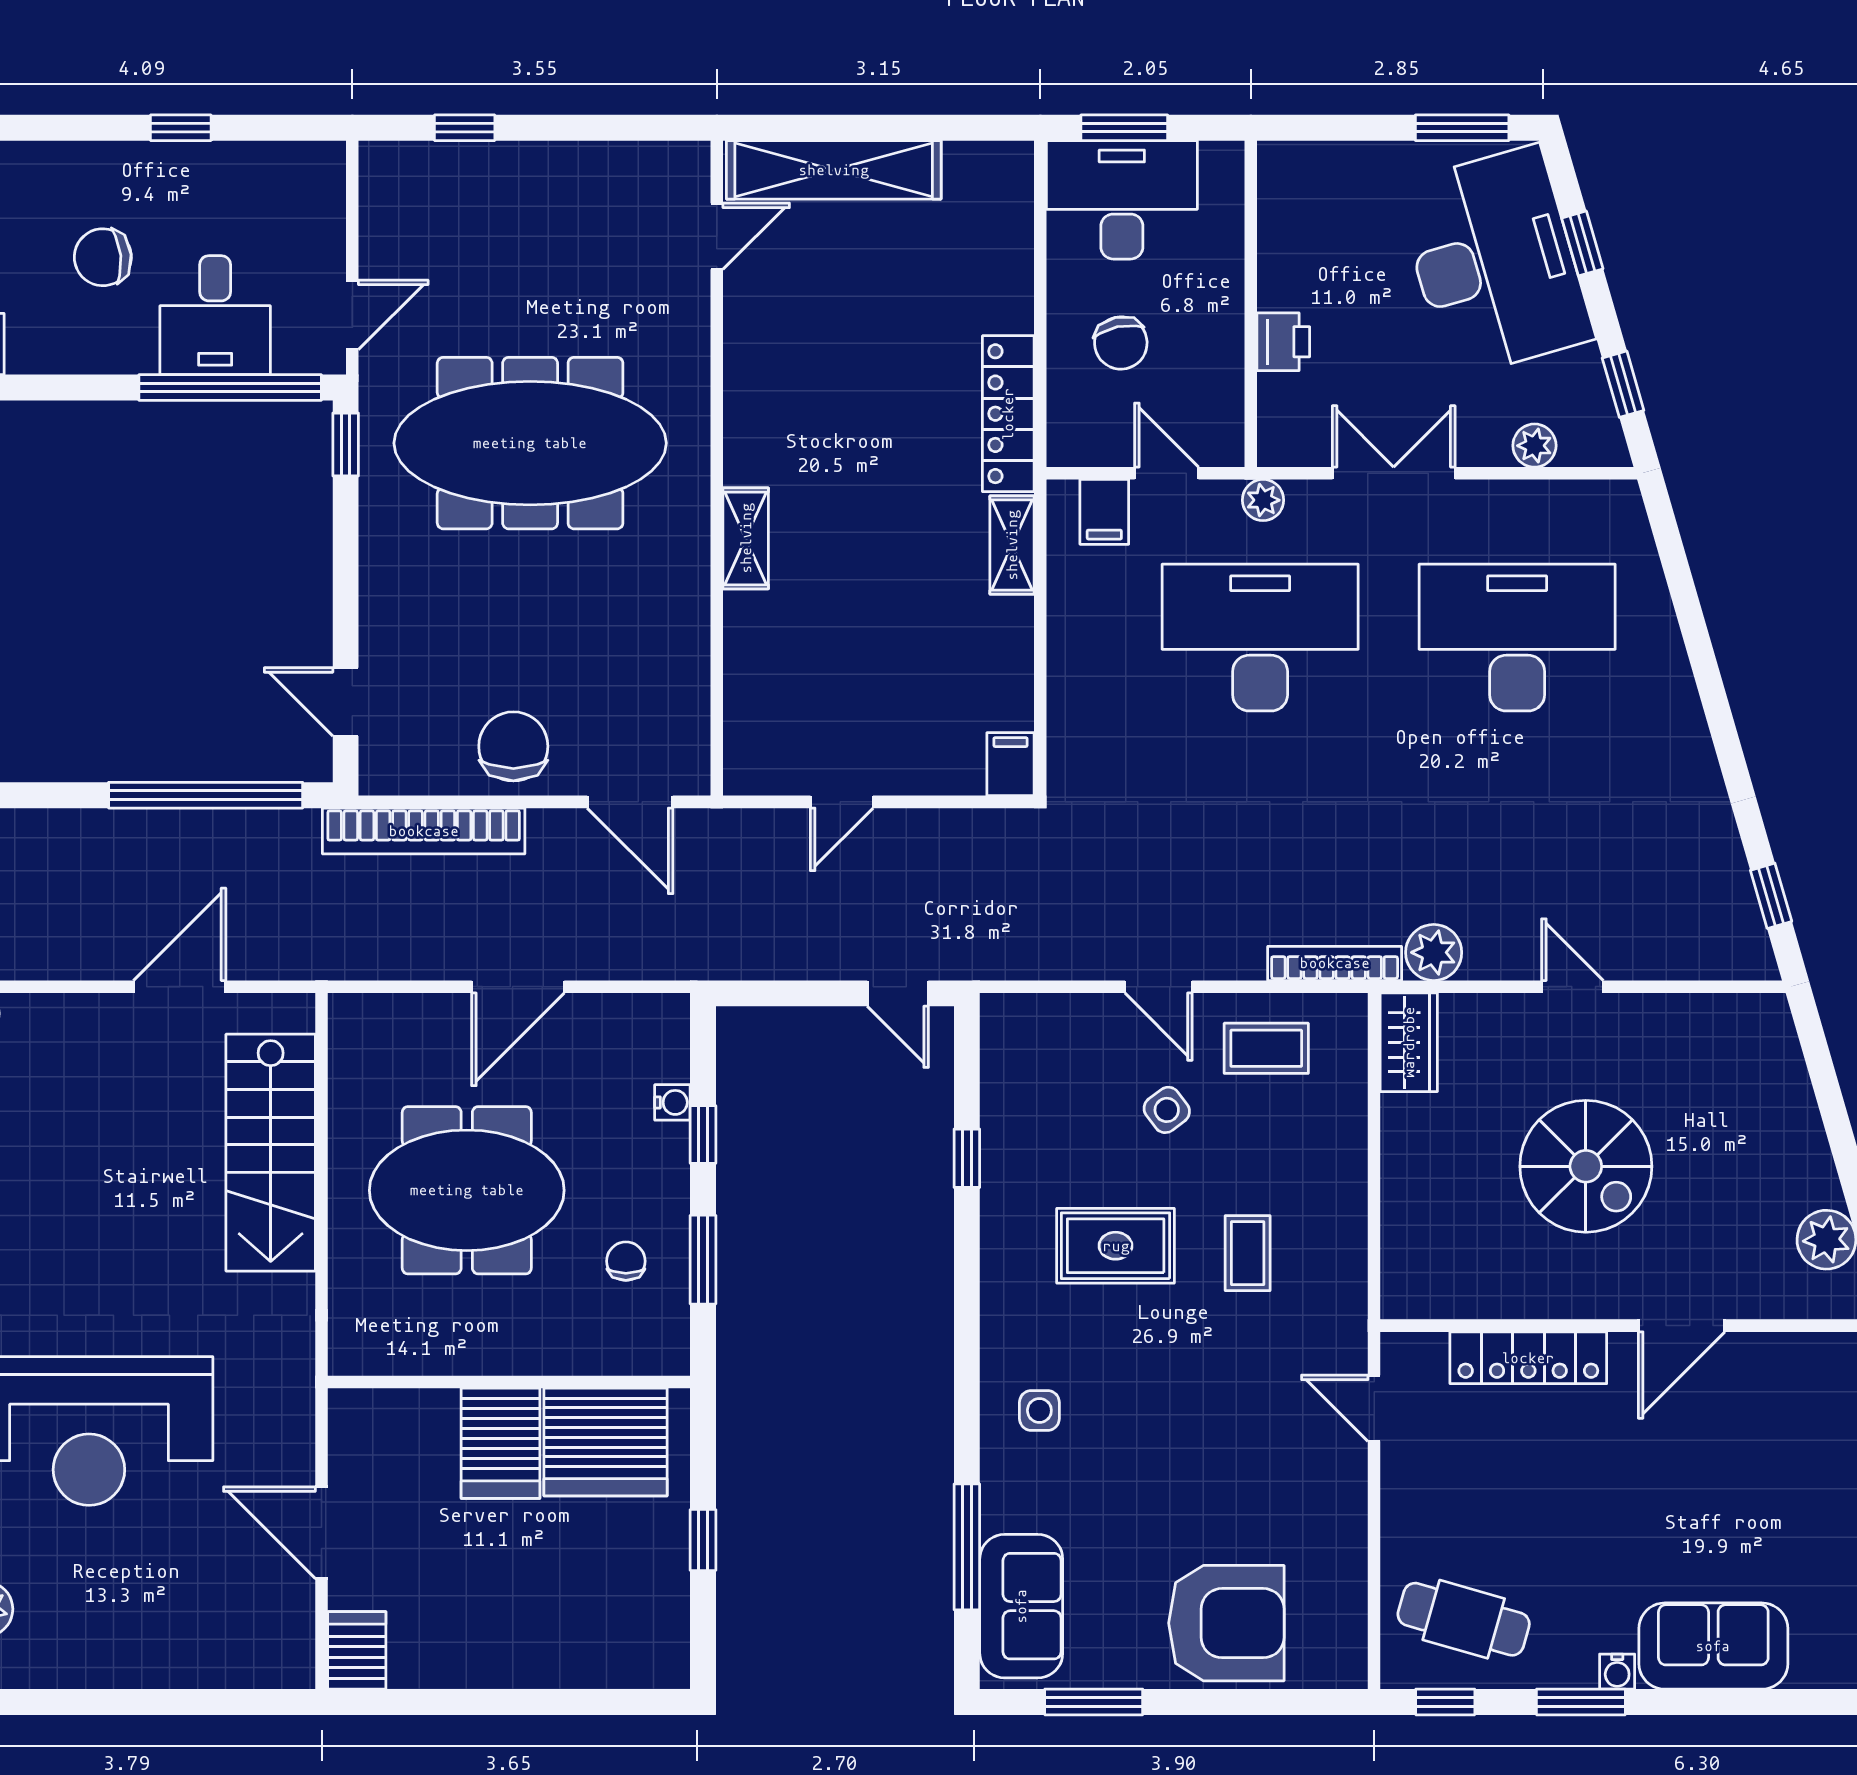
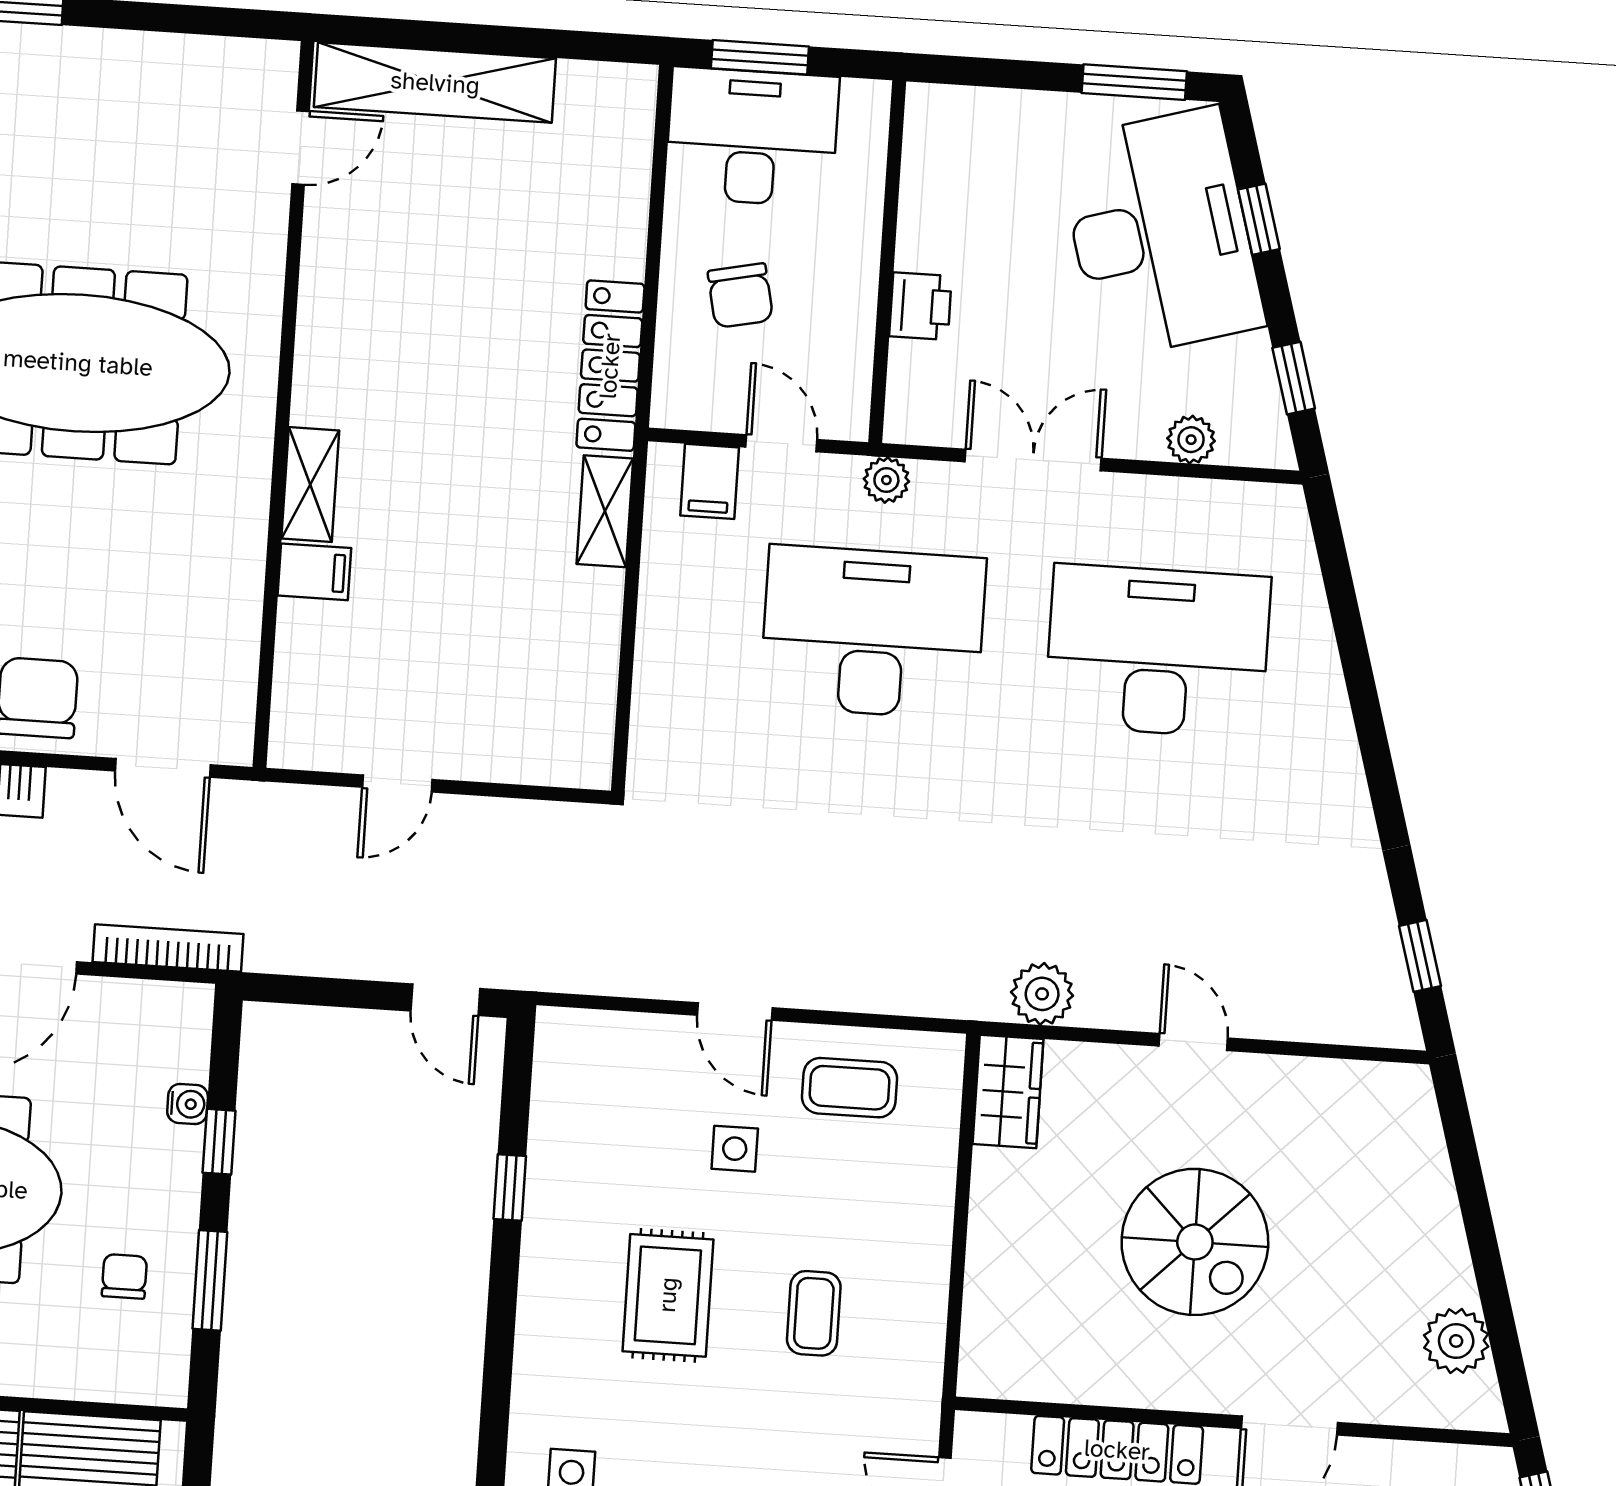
filing cabinet: (1010, 764) -> (314, 572), moved, turned 90
bookcase: (1335, 963) -> (168, 948), moved
side table: (1167, 1110) -> (735, 1149), turned 37
rug: (1116, 1246) -> (668, 1295), turned 90

